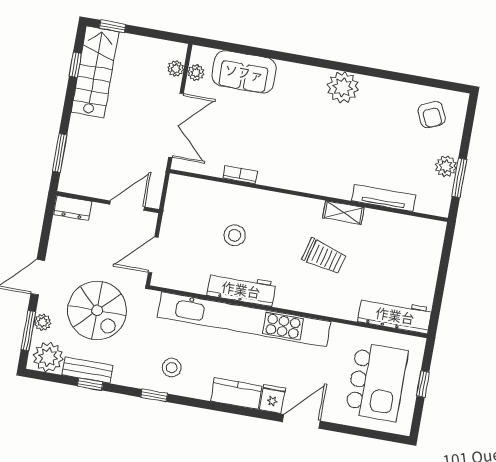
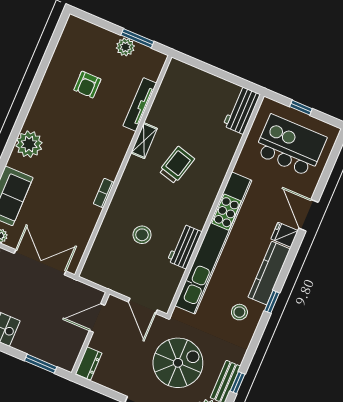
plant: (343, 87) -> (29, 144), moved
armchair: (432, 115) -> (87, 85), moved, turned 114
bookcase: (240, 175) -> (104, 193), moved
door: (127, 206) -> (97, 318), hinge flipped
workbench: (241, 289) -> (185, 246), width x0.73
workbench: (395, 315) -> (242, 110), width x0.73
kitchen counter: (236, 394) -> (269, 273), width x1.50
window: (154, 395) -> (272, 302), moved

